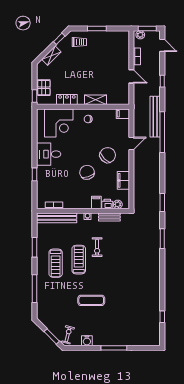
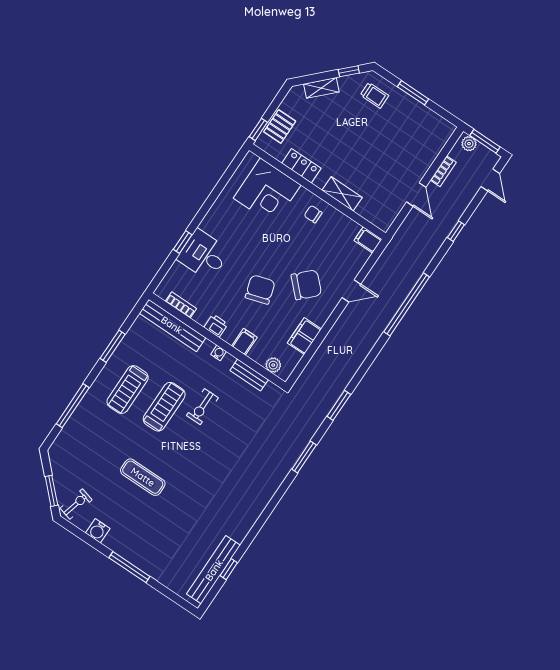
bench: (155, 117) -> (214, 570), moved
desk: (49, 154) -> (203, 255), moved
printer: (107, 204) -> (216, 326), moved

